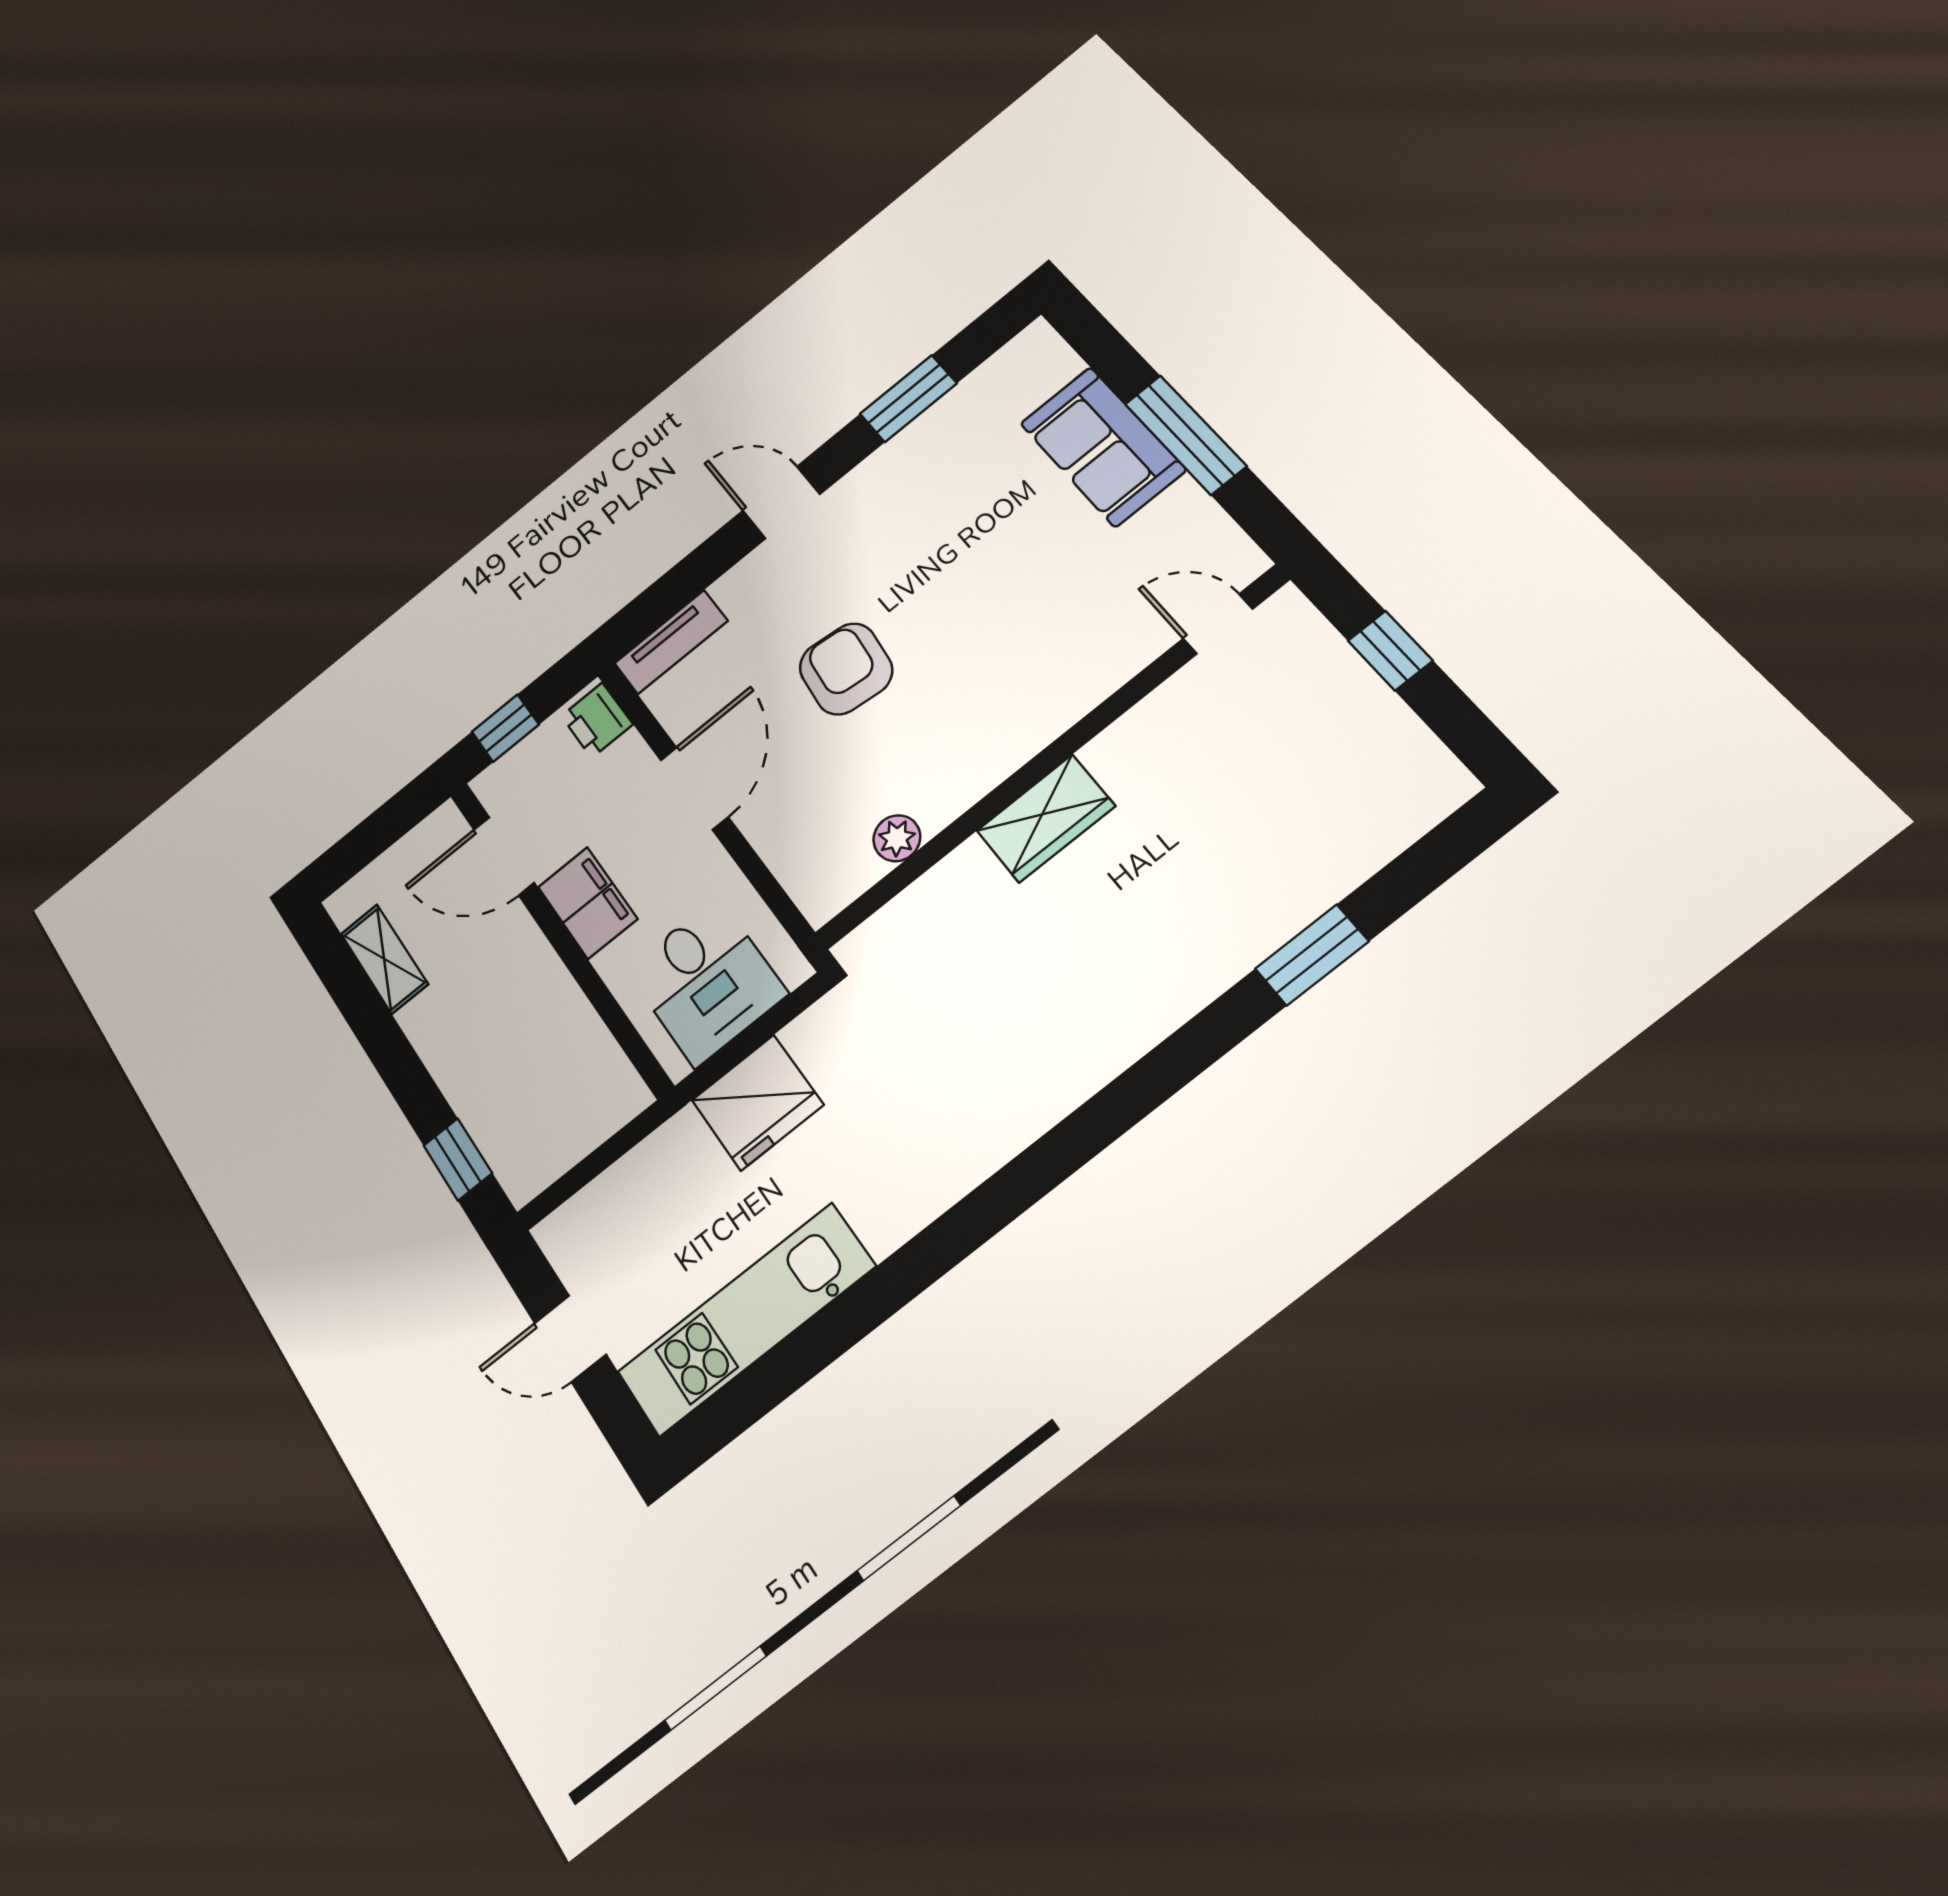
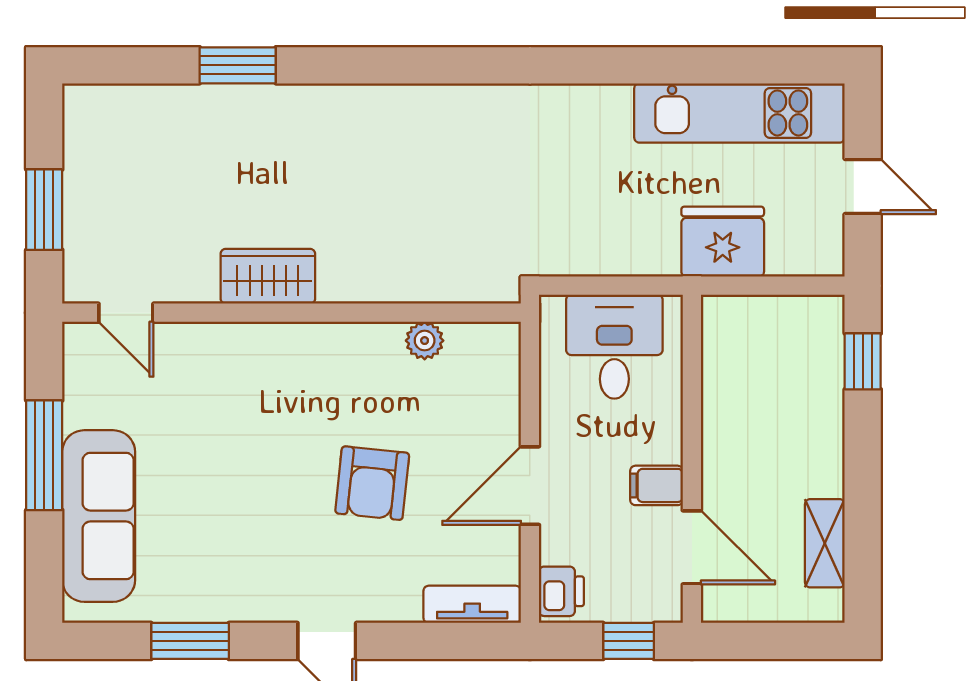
sofa: (1103, 447) -> (99, 516), width x1.36
window: (1390, 651) -> (44, 210), width x1.50
wardrobe: (1046, 818) -> (268, 276), moved
filing cabinet: (588, 903) -> (657, 485), width x0.50
fridge: (757, 1102) -> (723, 242), moved

